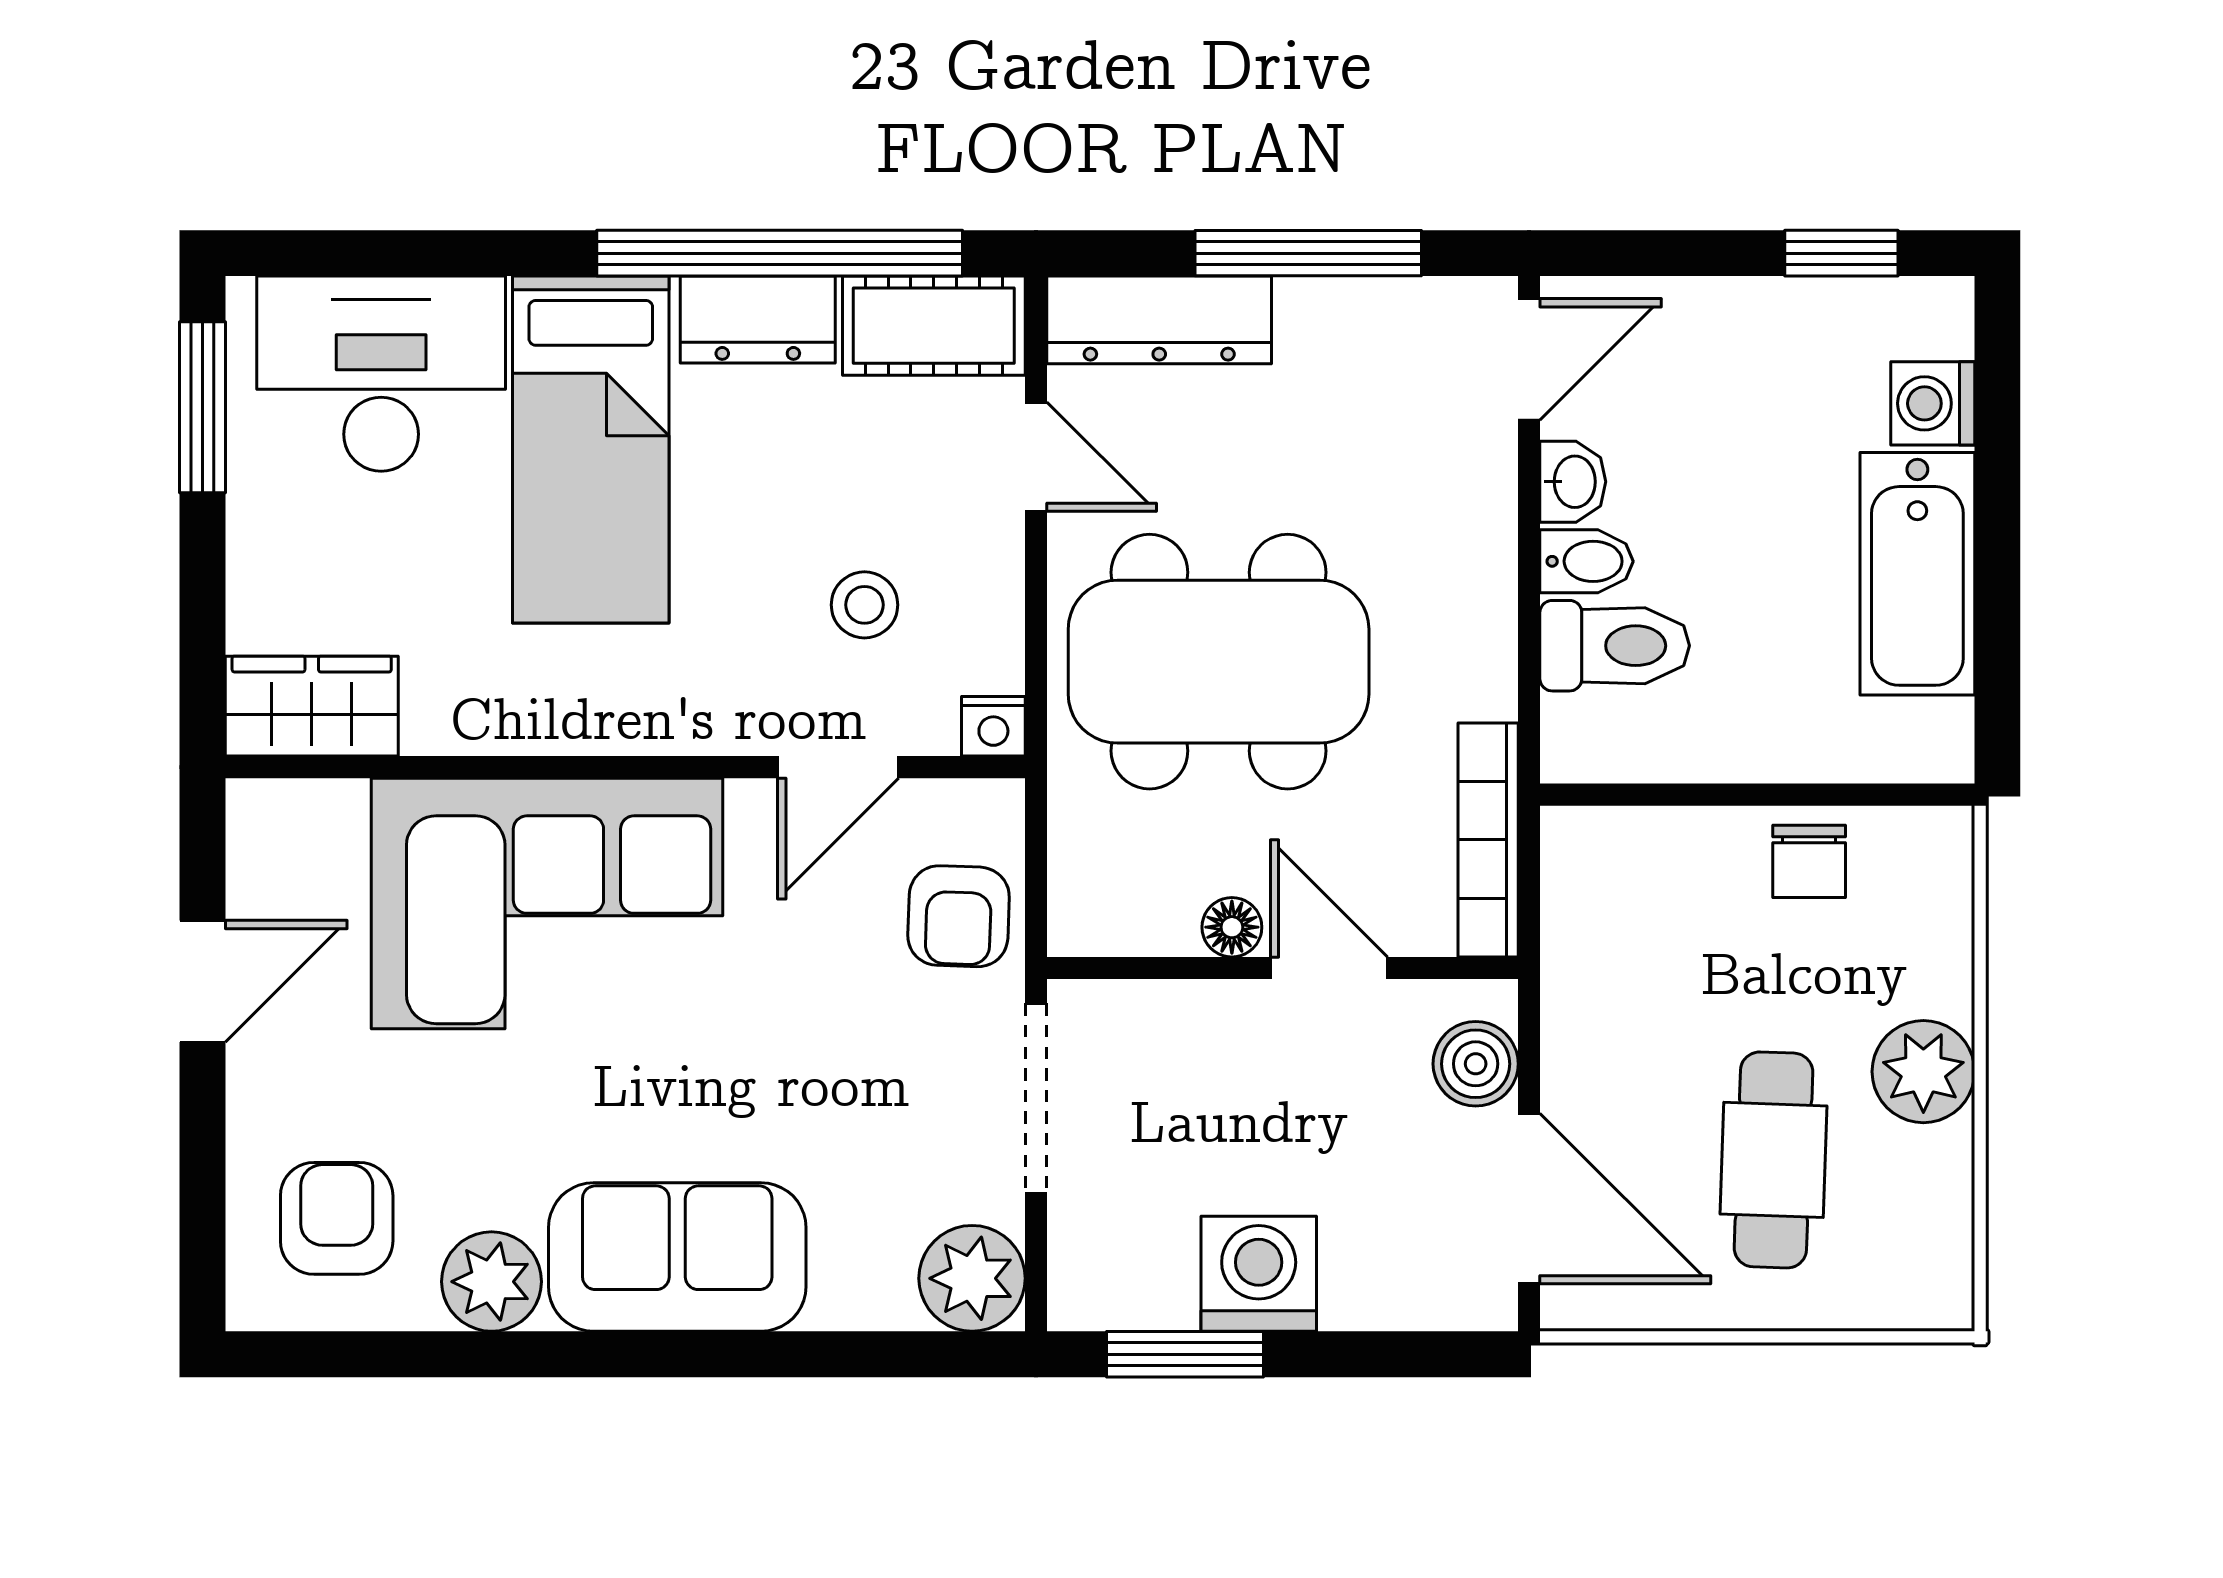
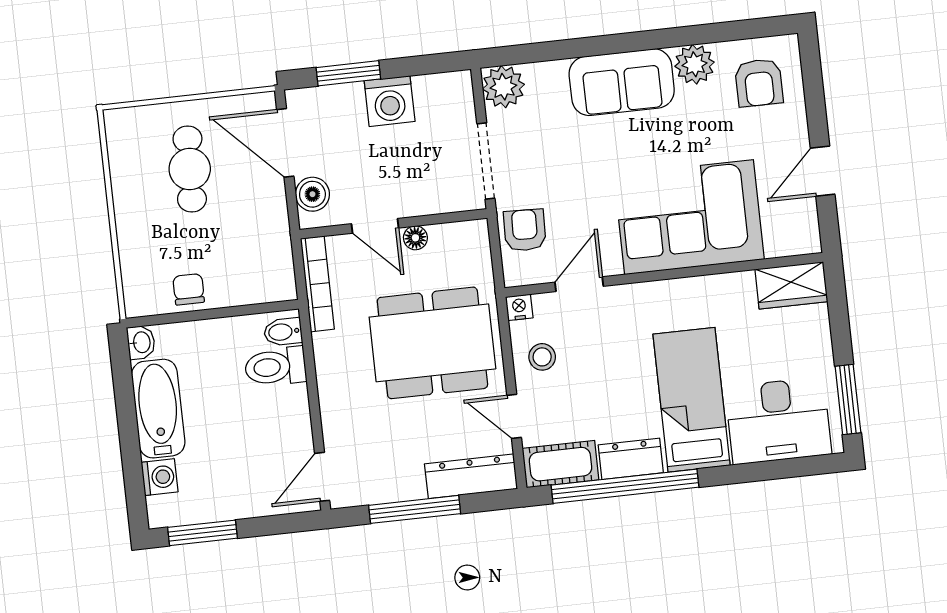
window: (1841, 253) -> (203, 533), width x1.50
washbasin: (1573, 482) -> (141, 342), moved, turned 180
bidet: (1587, 561) -> (283, 332), moved
stool: (864, 605) -> (542, 357), moved
plant: (1923, 1072) -> (134, 211), removed
window: (1185, 1354) -> (348, 73), moved

